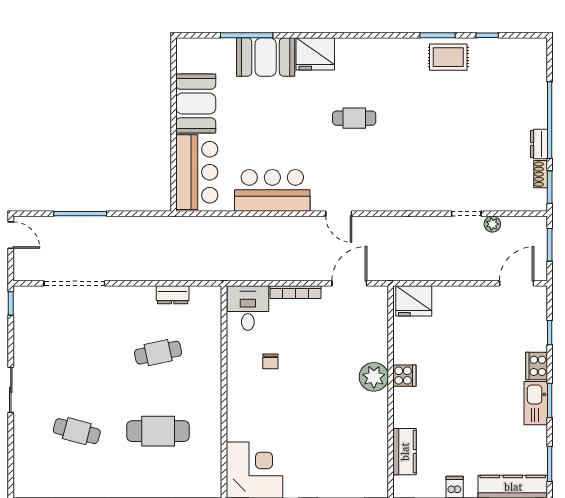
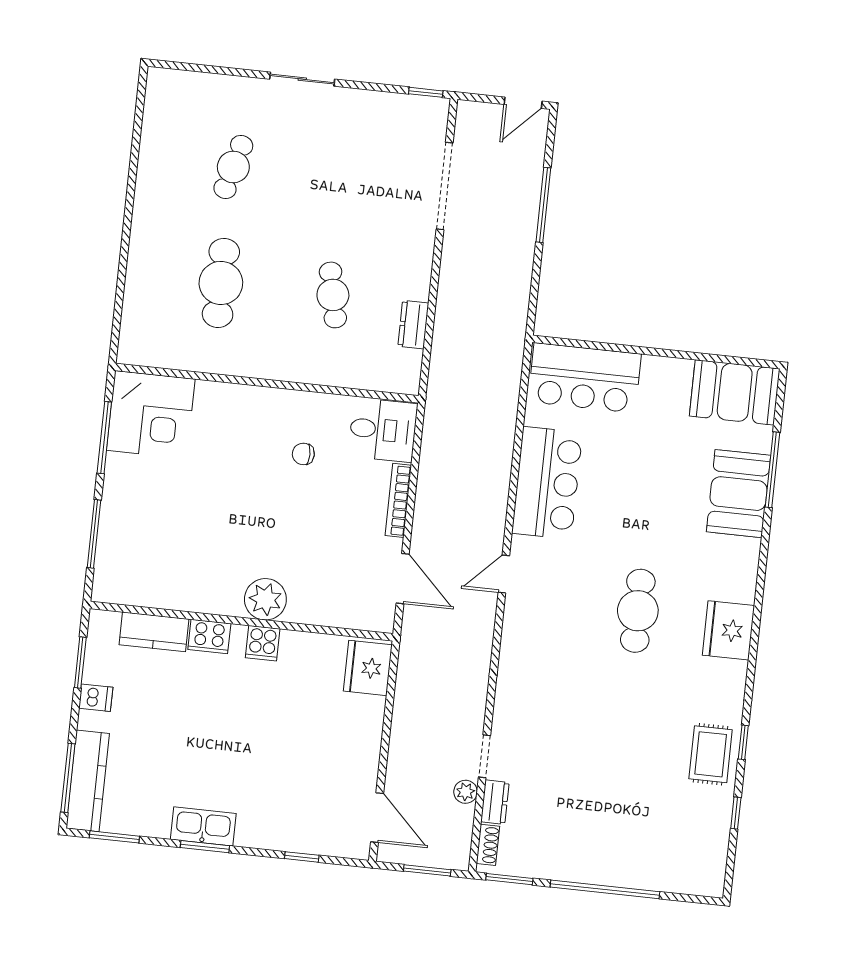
window: (438, 35) -> (743, 742), width x0.67
fridge: (315, 54) -> (728, 630), moved
booth: (196, 104) -> (735, 392), moved
cafe table: (354, 118) -> (638, 611), width x1.37, depth x1.35
dresser: (539, 144) -> (495, 802), moved, turned 90
shoe rack: (541, 174) -> (488, 845), moved, turned 90
cooker: (537, 366) -> (209, 636), moved, turned 180

